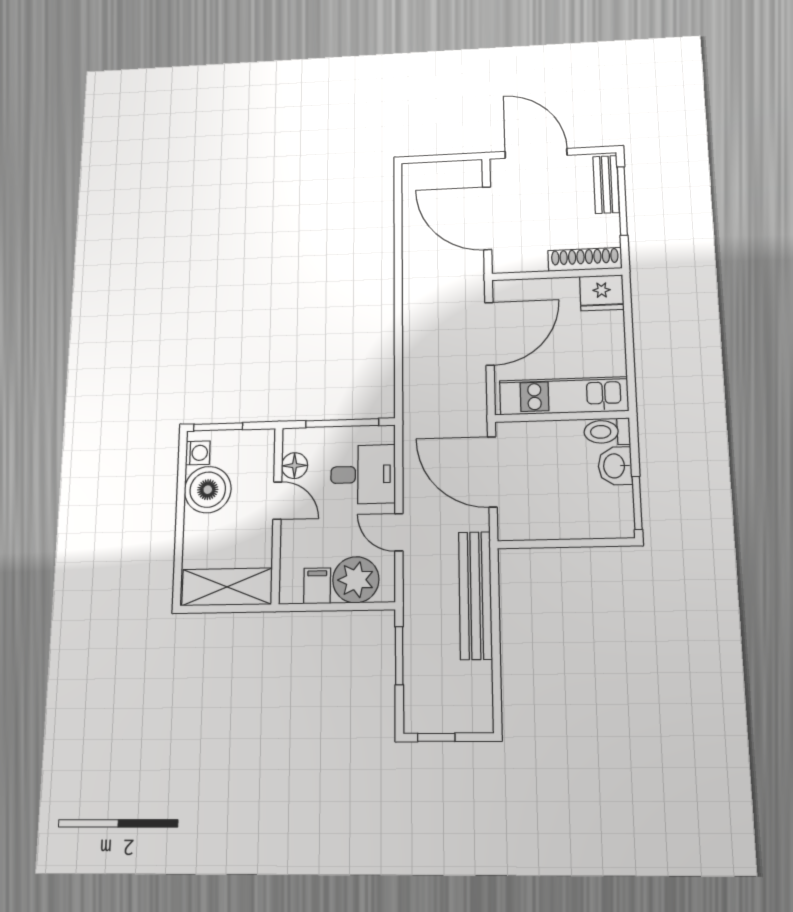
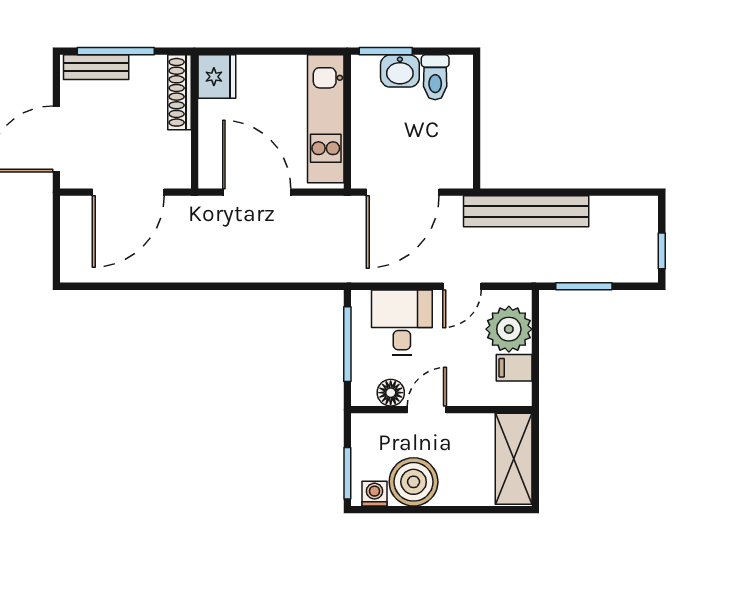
toilet: (607, 432) -> (435, 77), moved
window: (637, 503) -> (386, 51), moved

